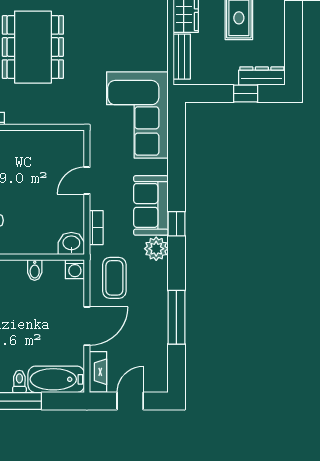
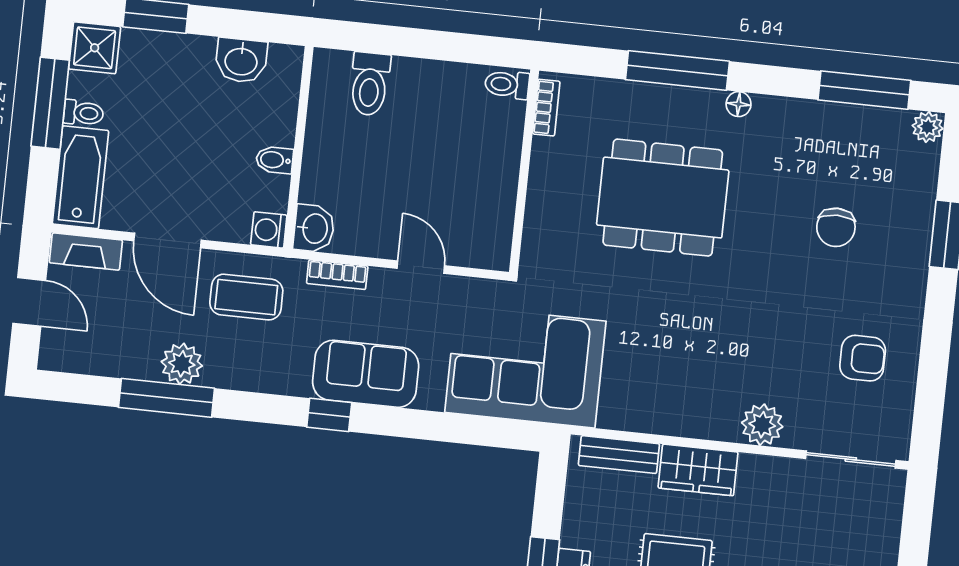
plant: (156, 249) -> (182, 364), moved

